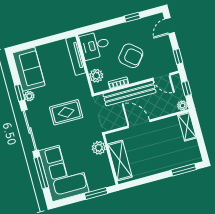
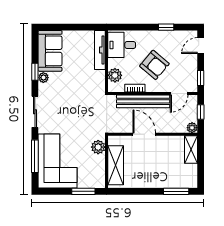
door: (161, 77) -> (179, 93), hinge flipped
rug: (66, 112) -> (76, 103), removed
sliding door: (30, 131) -> (35, 112), width x0.73

